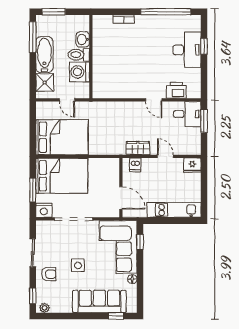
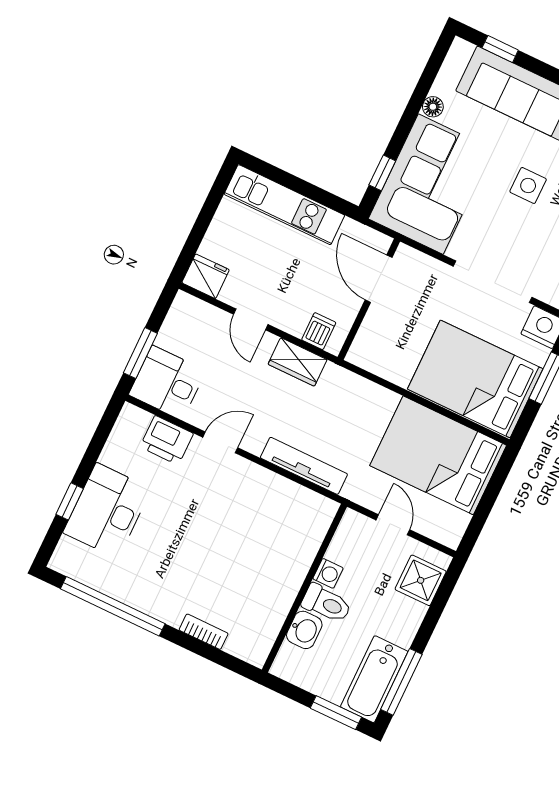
bathtub: (44, 55) -> (374, 679), moved
washing machine: (79, 72) -> (328, 573), width x0.53, depth x0.53
door: (154, 100) -> (220, 442), hinge flipped
tv unit: (115, 107) -> (304, 466), added

